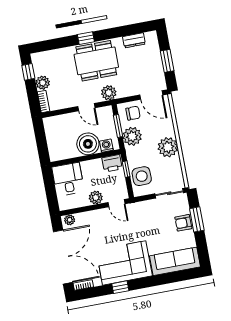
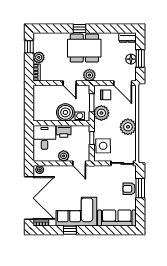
dresser: (134, 40) -> (127, 37), moved
floor lamp: (156, 64) -> (131, 59), added
printer: (112, 163) -> (64, 131), moved

